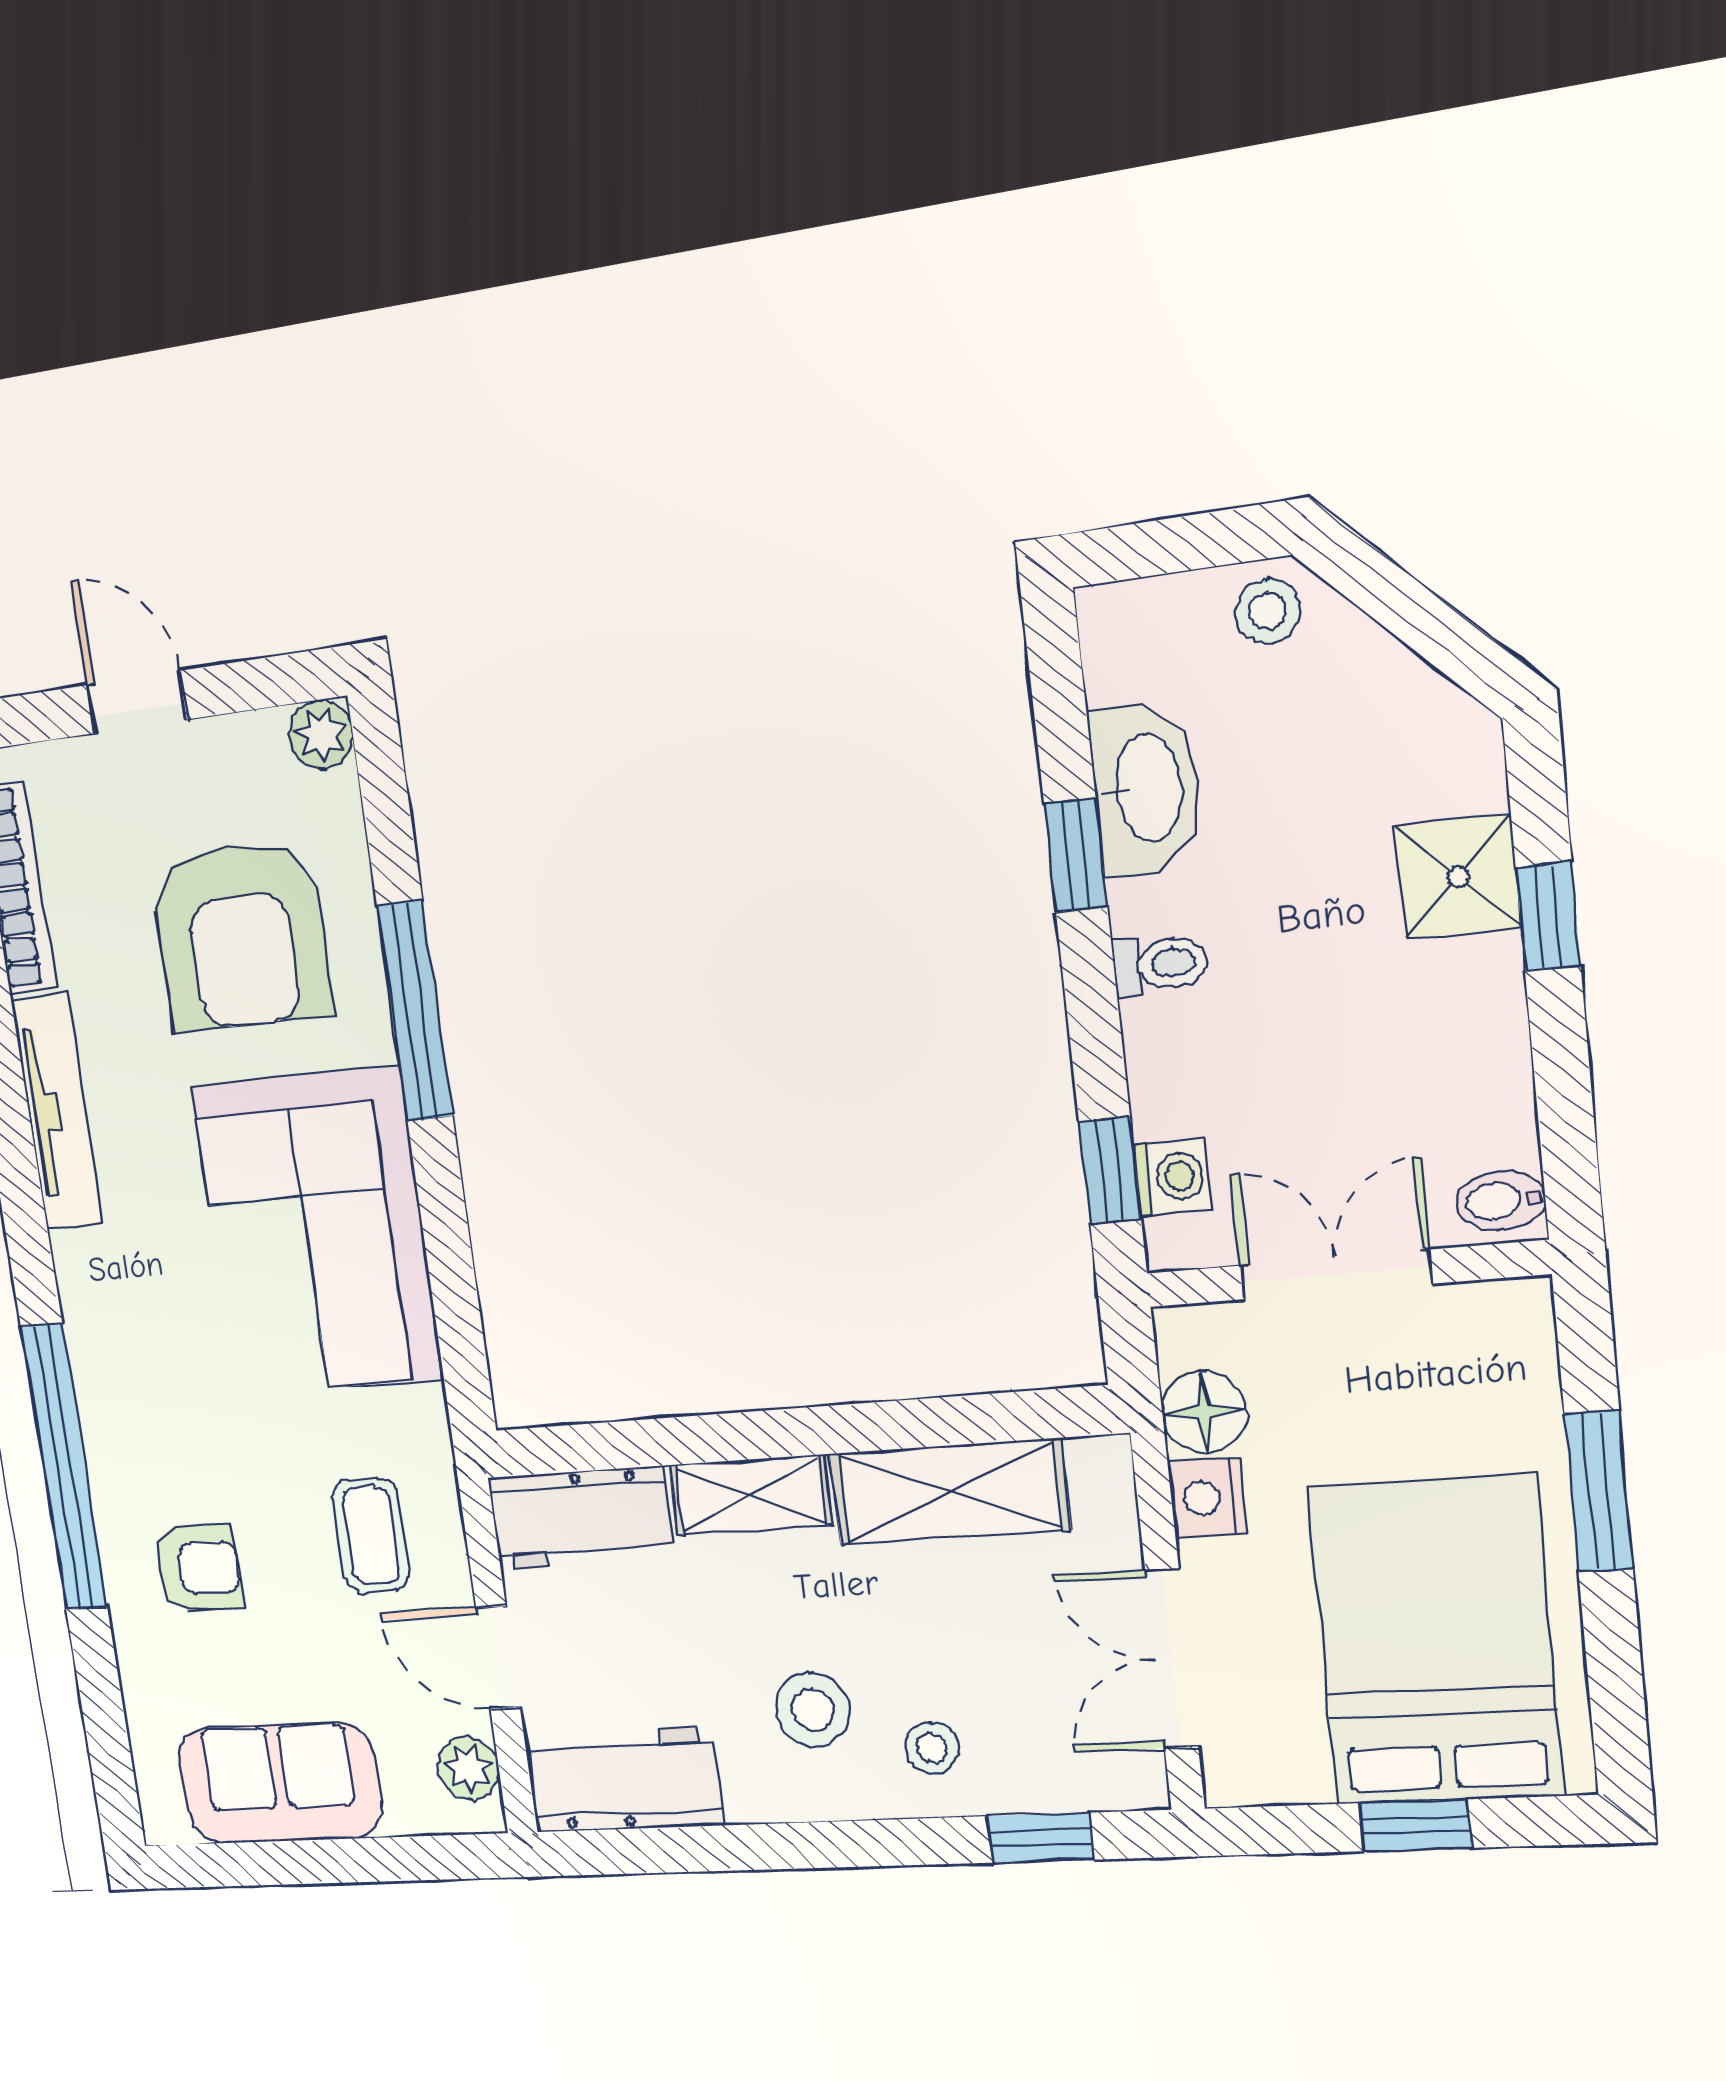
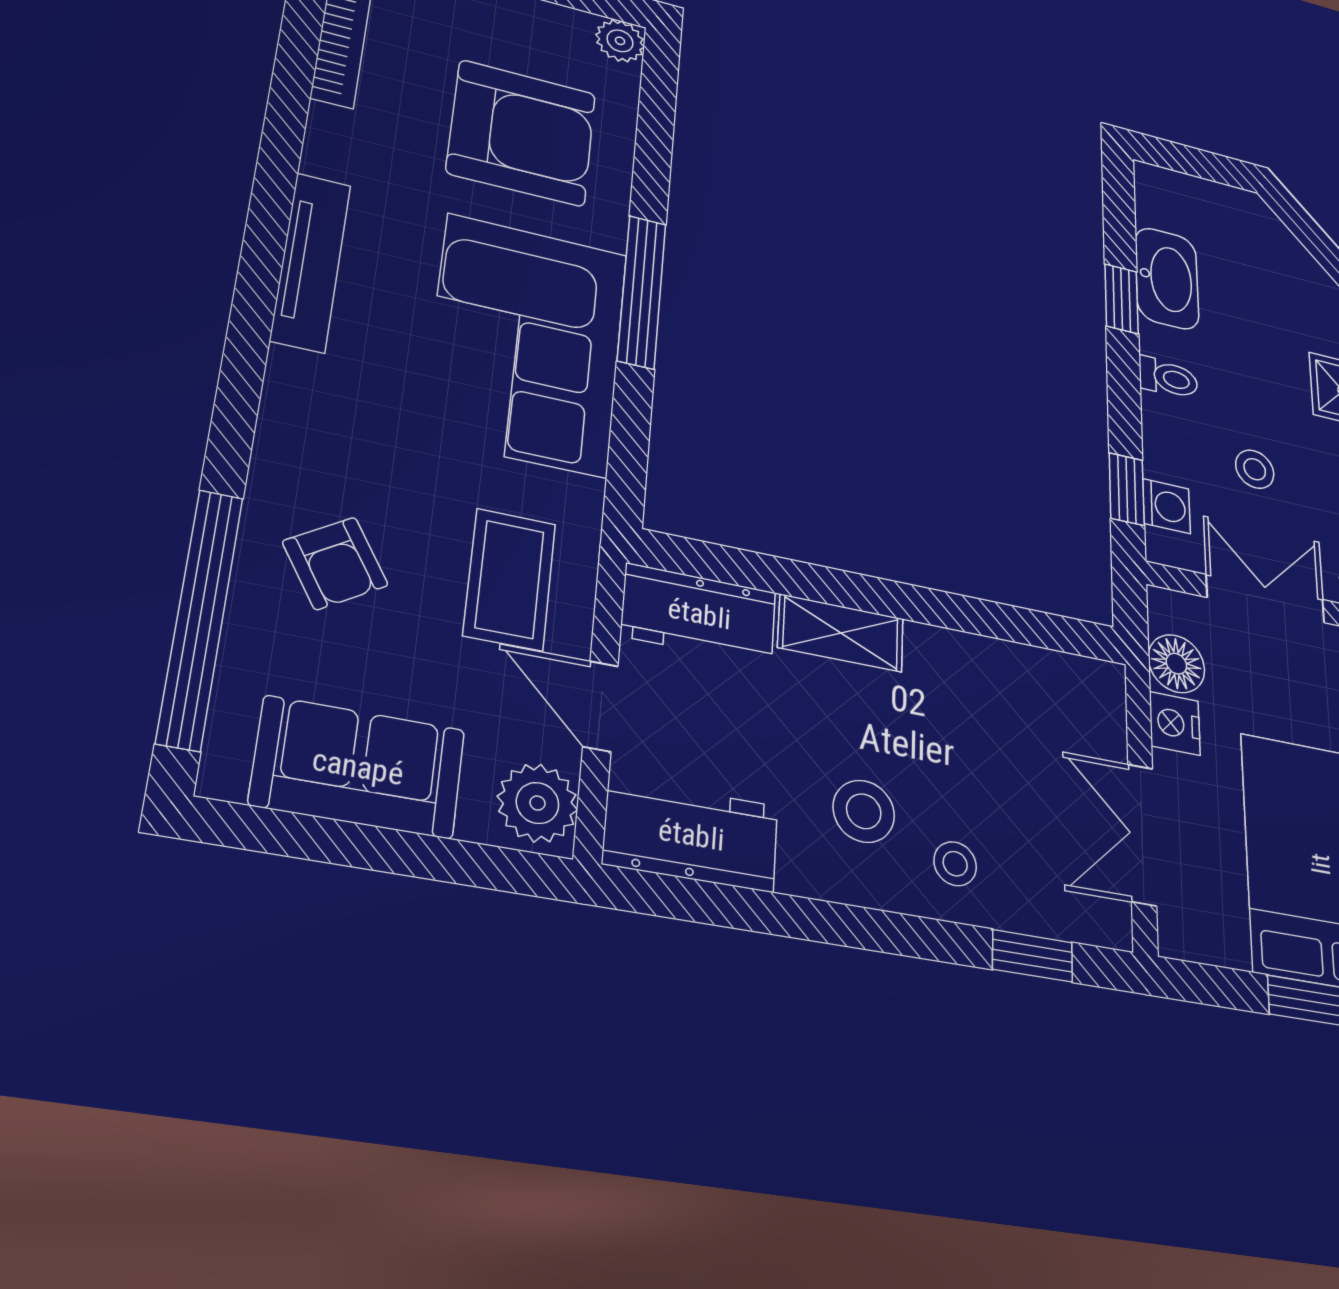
stool: (1268, 611) -> (1255, 469), moved
armchair: (241, 936) -> (522, 133), turned -90
window: (415, 1011) -> (642, 292), moved
tv unit: (57, 1111) -> (311, 262), moved
window: (64, 1468) -> (200, 618), moved
shelving: (950, 1492) -> (993, 671), removed
coffee table: (371, 1536) -> (510, 579), width x1.36, depth x1.30
armchair: (198, 1568) -> (335, 563), turned 58
plant: (468, 1768) -> (538, 803), width x1.38, depth x1.38

